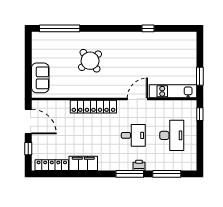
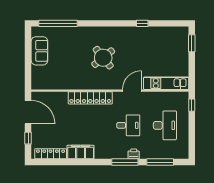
round table: (90, 61) -> (103, 58), moved
window: (200, 76) -> (192, 43), moved
sofa: (40, 78) -> (39, 51), moved

